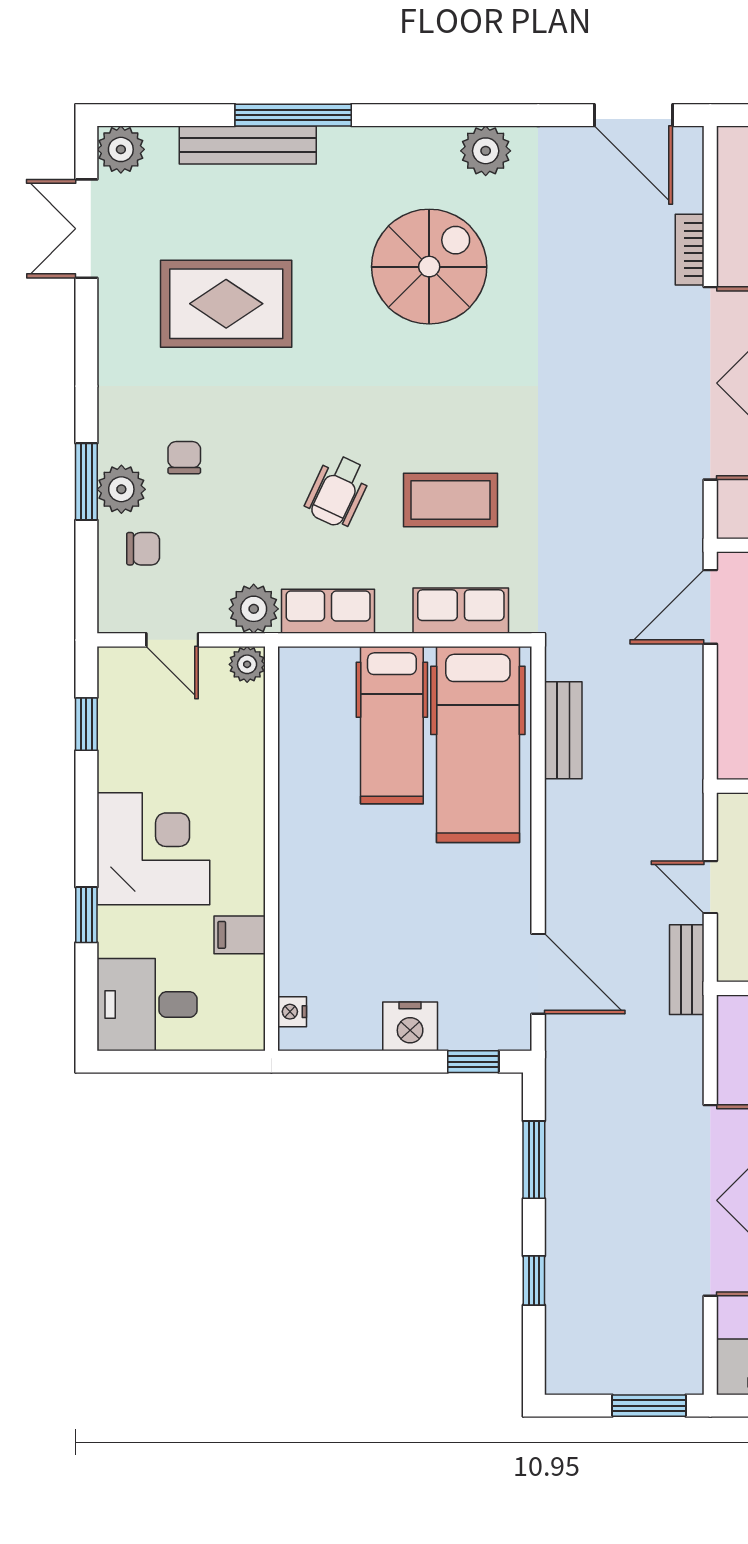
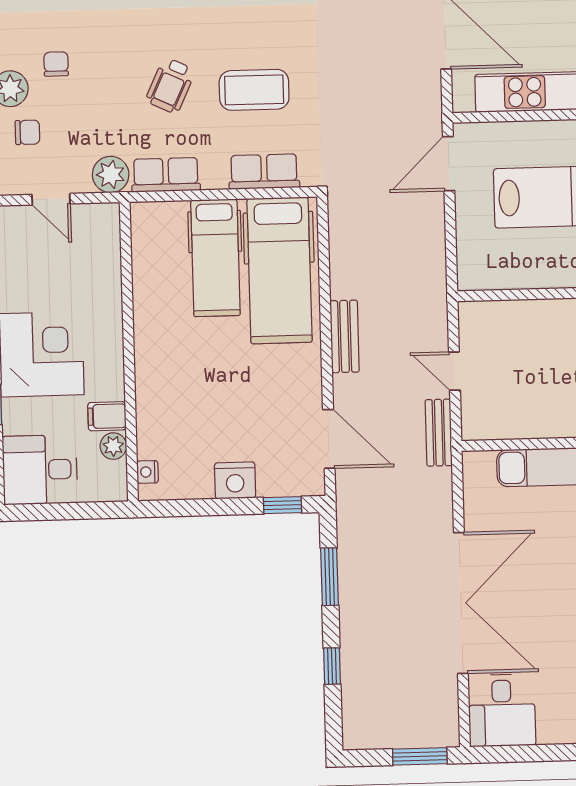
plant: (247, 664) -> (113, 446), moved
bench: (563, 730) -> (345, 336), moved

